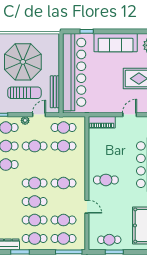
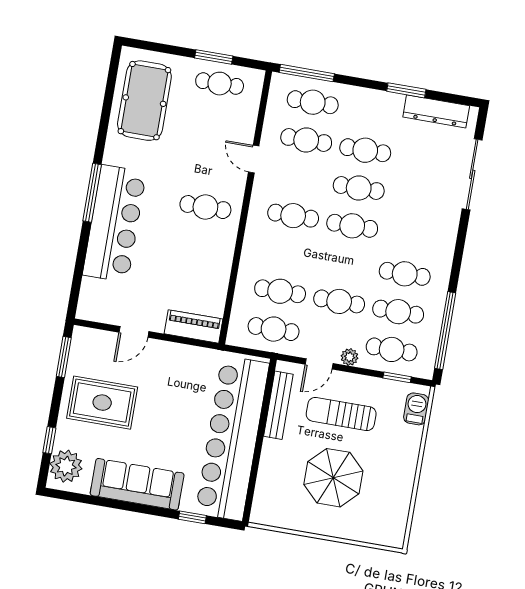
parasol: (23, 62) -> (333, 478), width x0.73, depth x0.73
cafe table: (35, 239) -> (372, 112), removed

